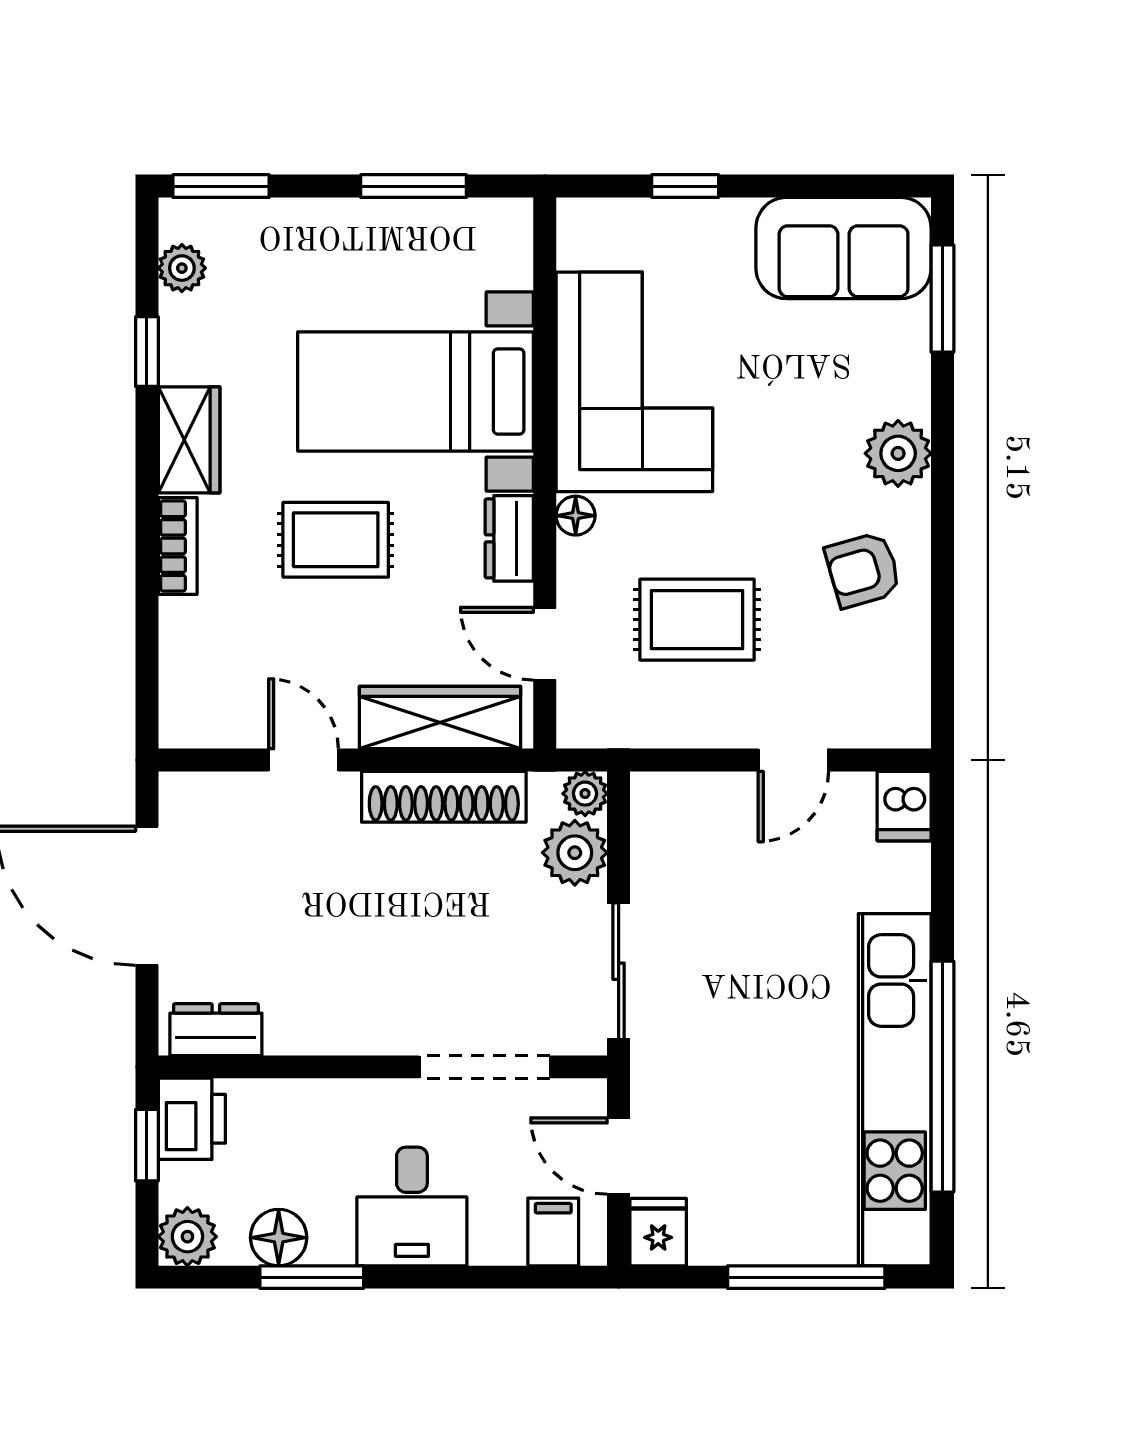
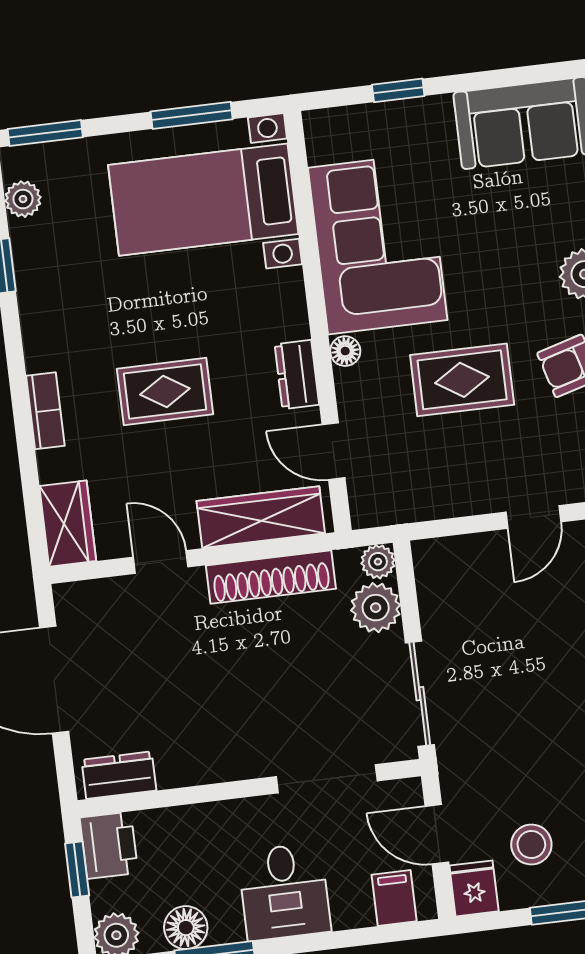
bed with nightstands: (416, 391) -> (203, 200), moved
wardrobe: (189, 440) -> (68, 524), moved
rug: (697, 620) -> (462, 380), moved
stool: (739, 1184) -> (531, 845), added

